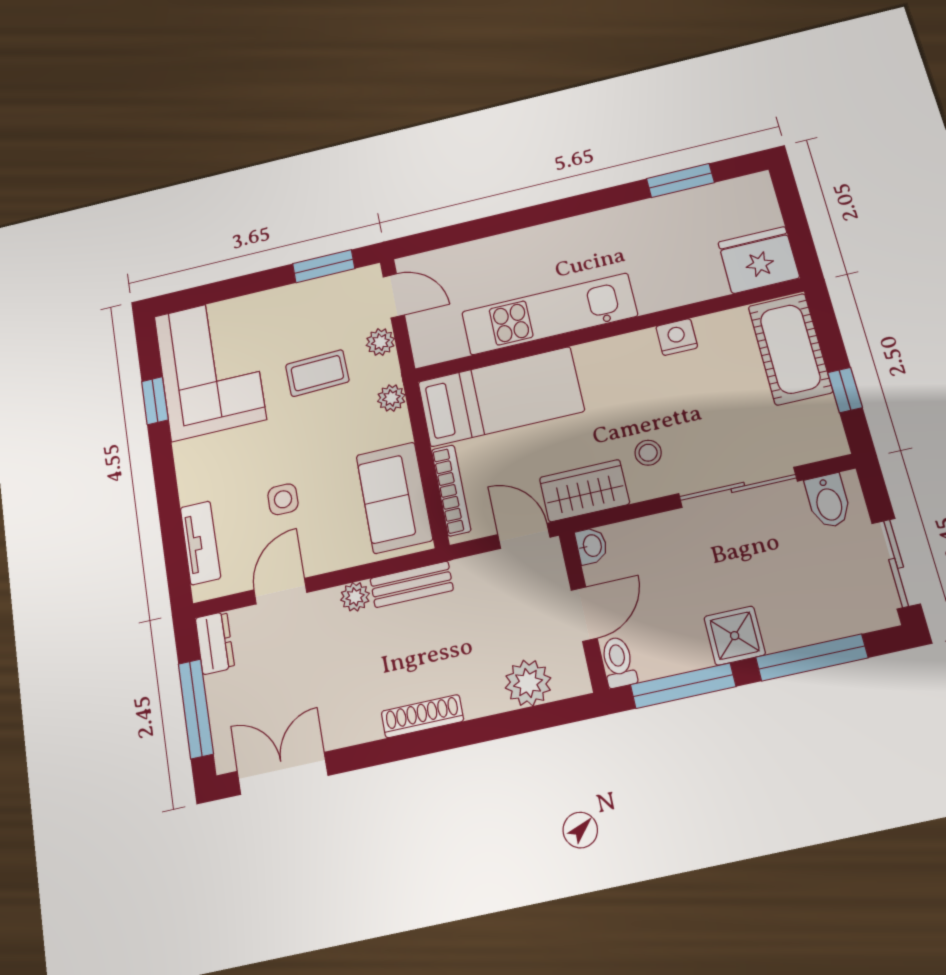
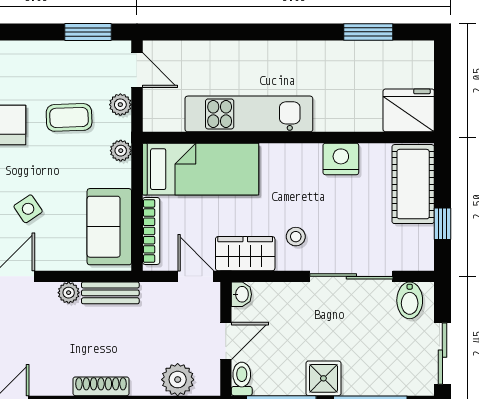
nightstand: (677, 337) -> (341, 159), width x1.36, depth x1.33
side table: (283, 499) -> (28, 209), turned -34

